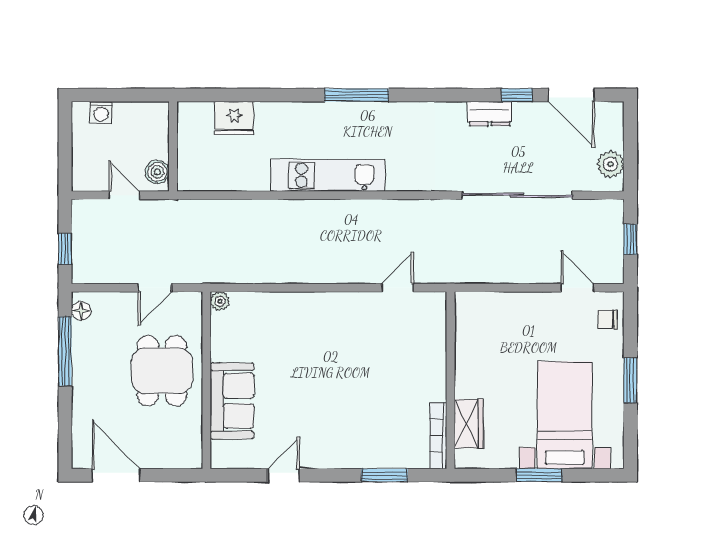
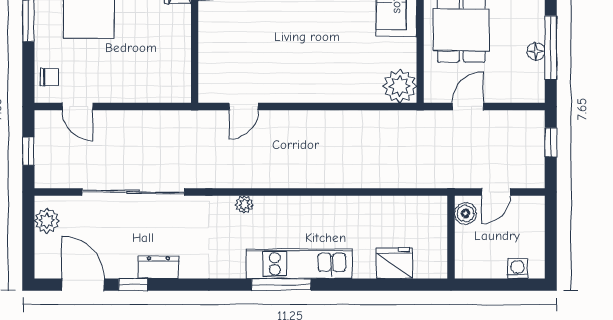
kitchen unit: (328, 175) -> (299, 264), moved, turned 180
plant: (397, 182) -> (244, 205), added
door: (124, 195) -> (496, 192), hinge flipped
plant: (220, 301) -> (400, 86), width x1.88, depth x1.88
floor lamp: (81, 311) -> (536, 51), moved

